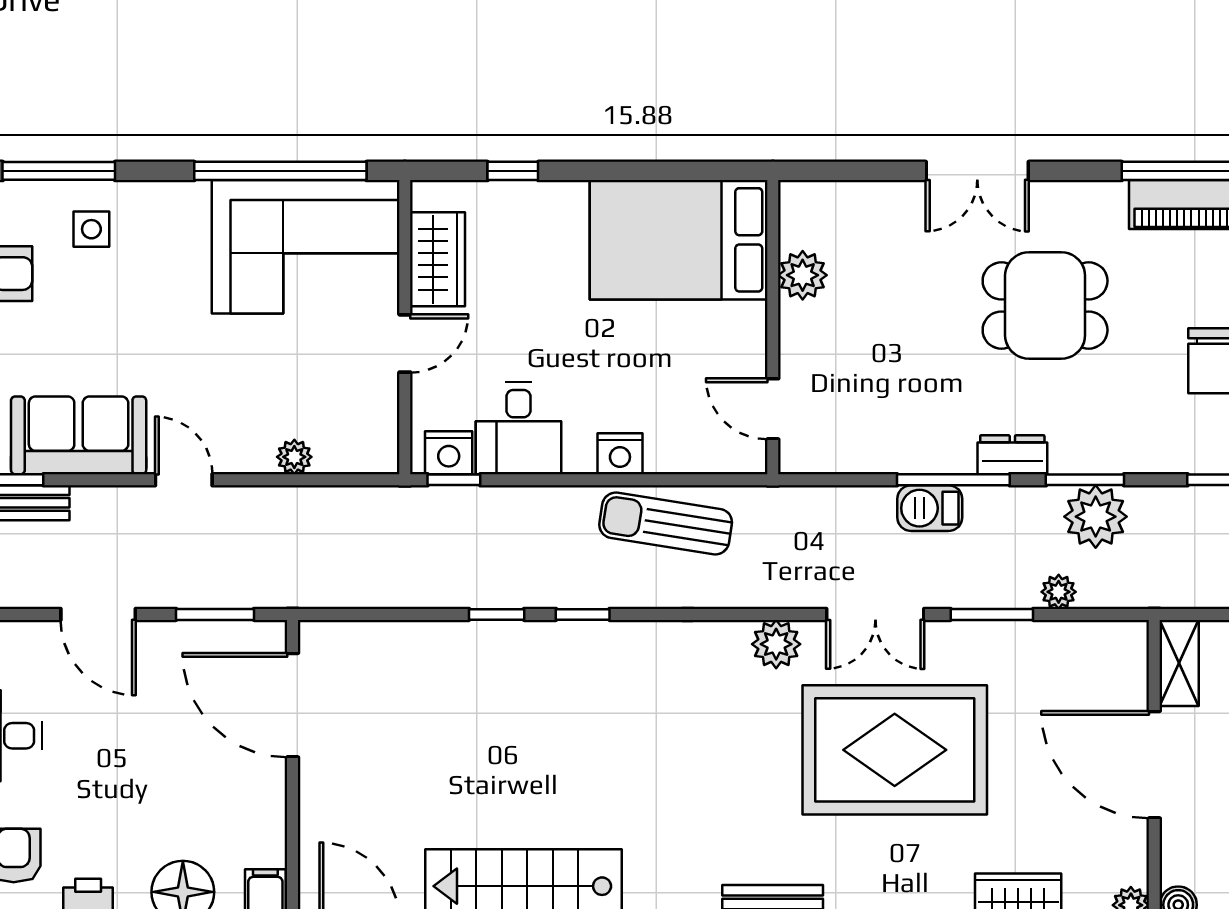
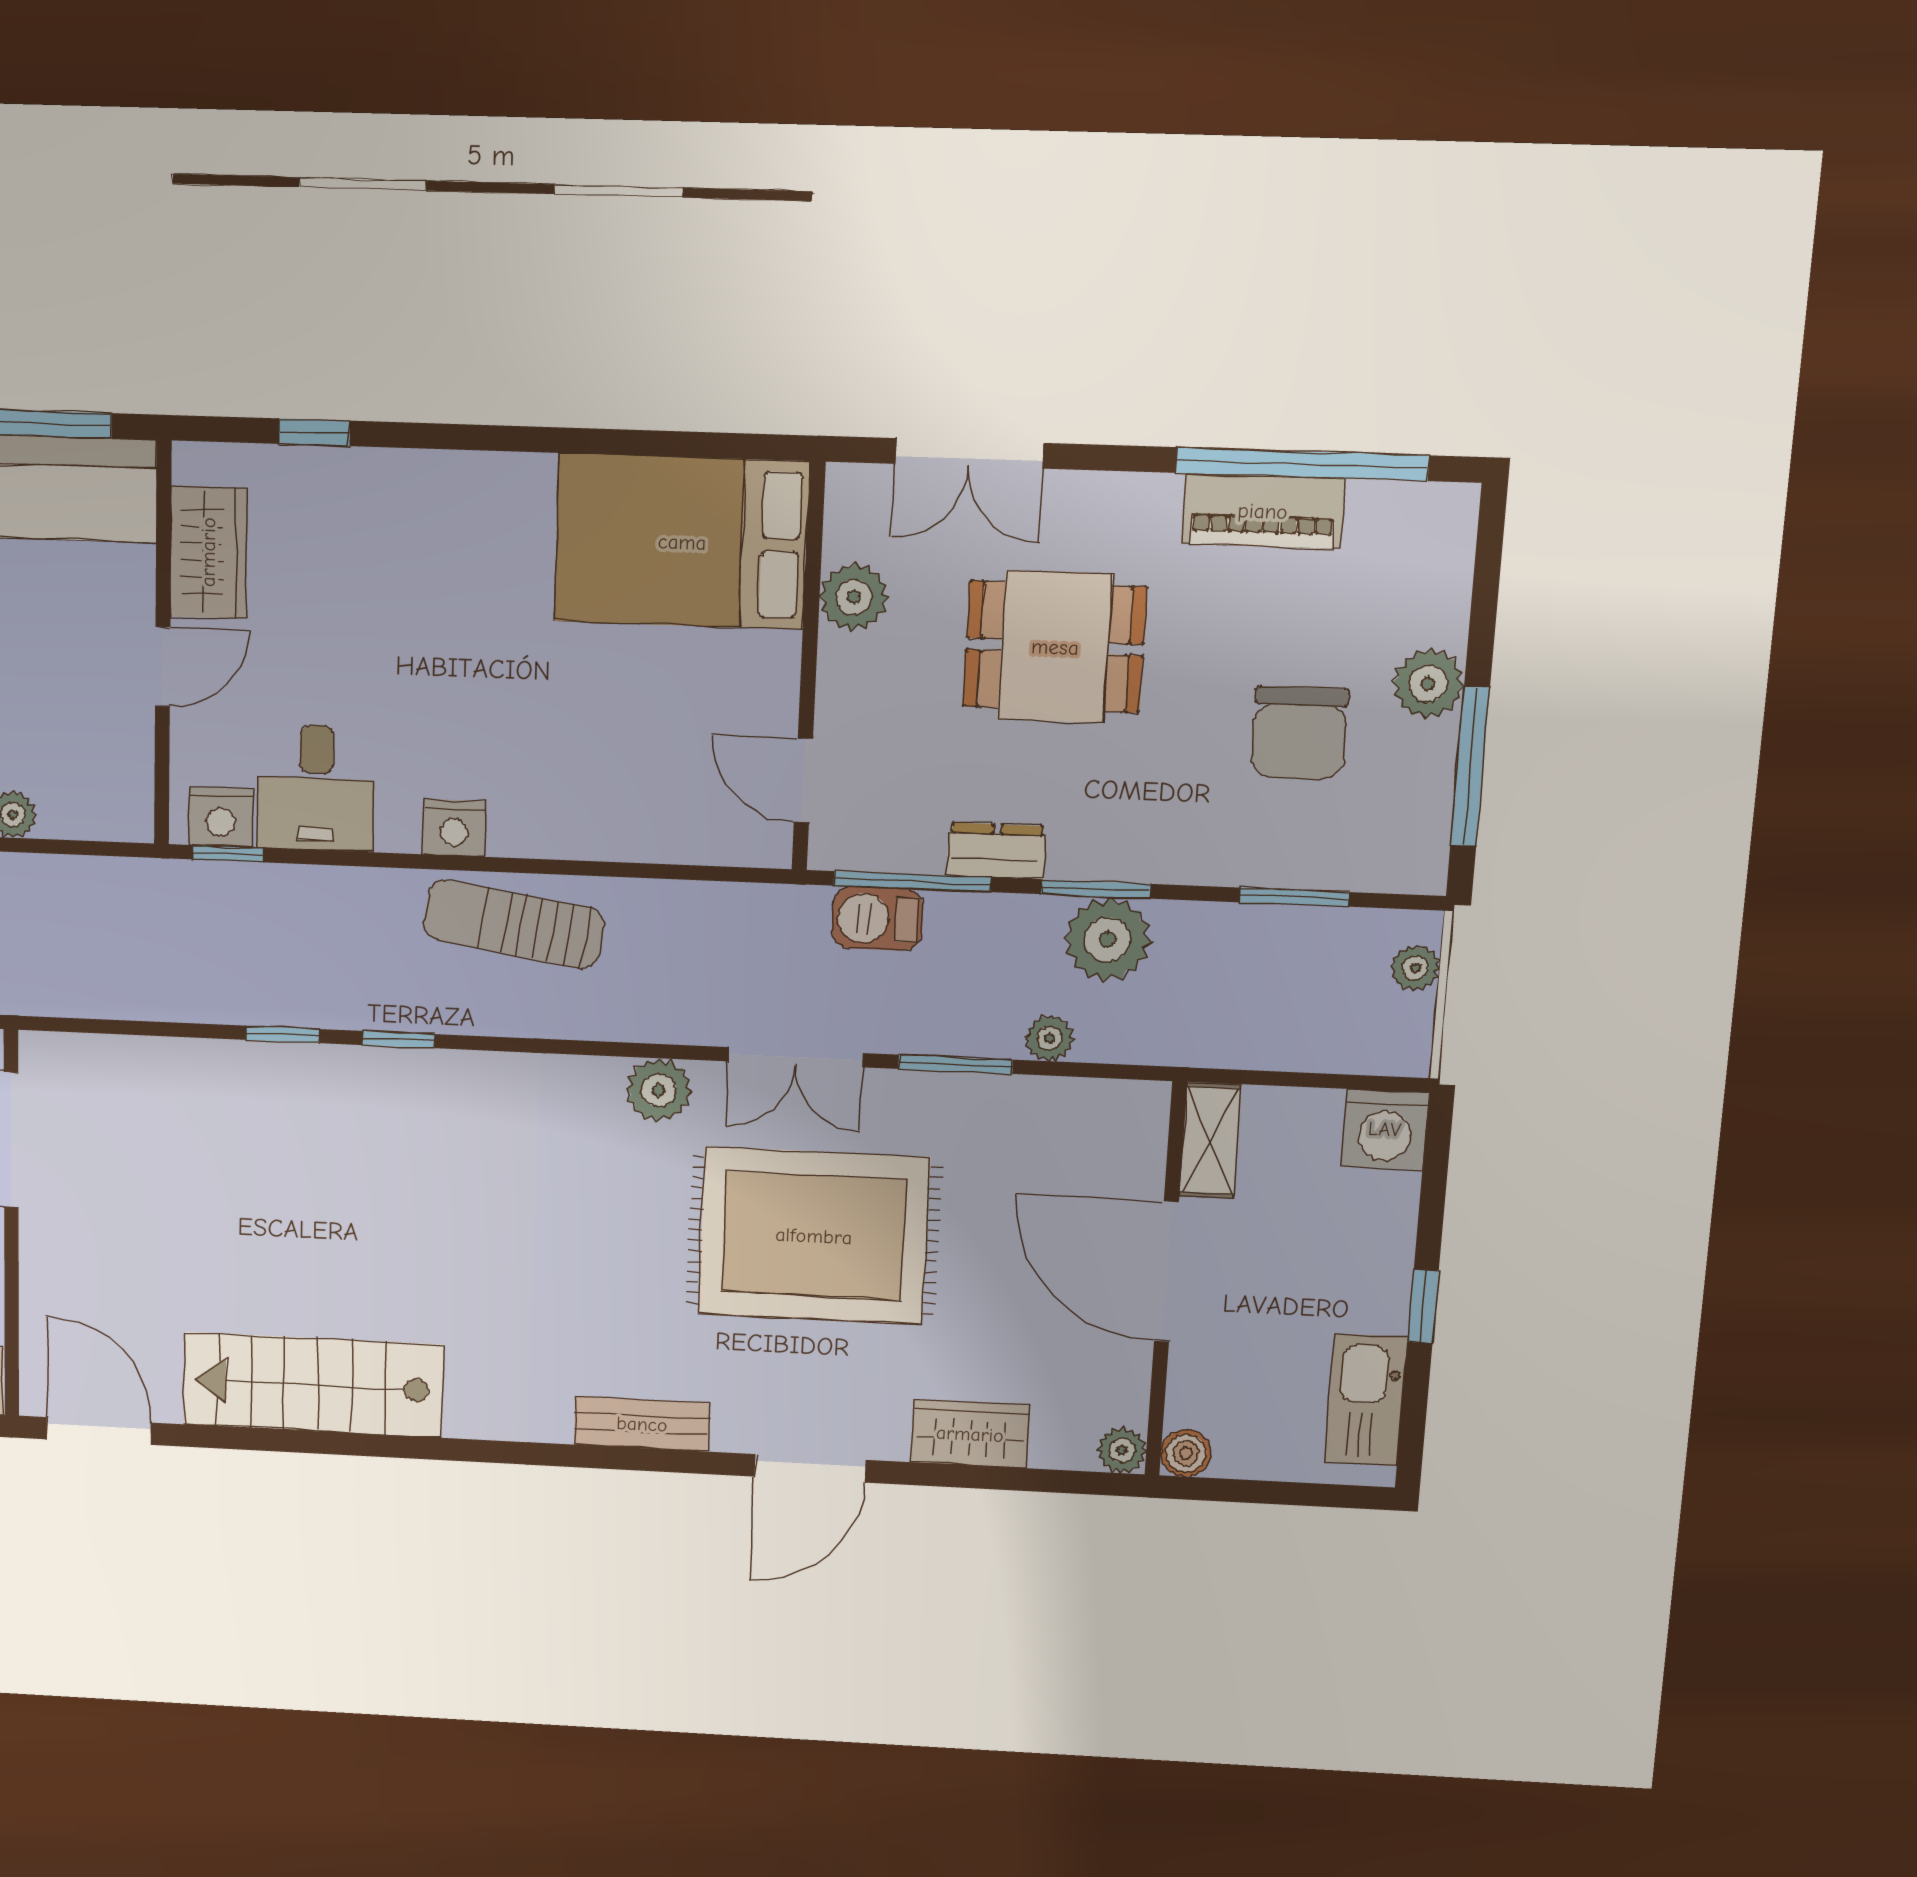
bed: (679, 240) -> (682, 542), moved
plant: (803, 275) -> (854, 597), moved
wall: (773, 327) -> (809, 668), moved
door: (773, 409) -> (803, 781), moved

